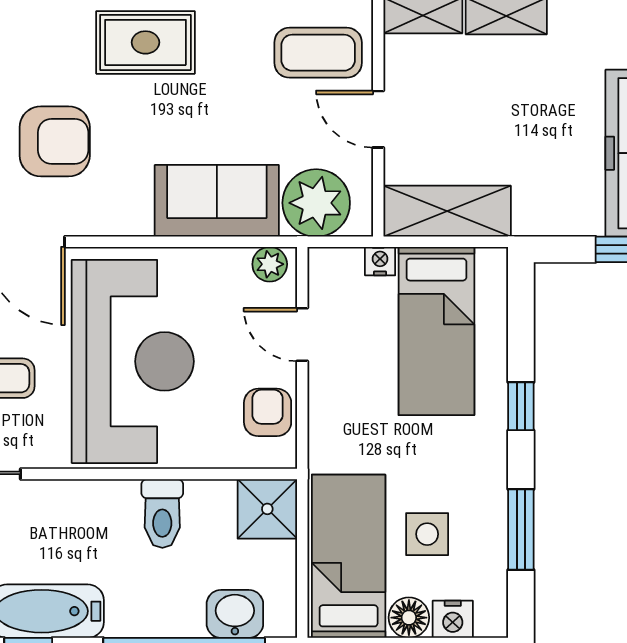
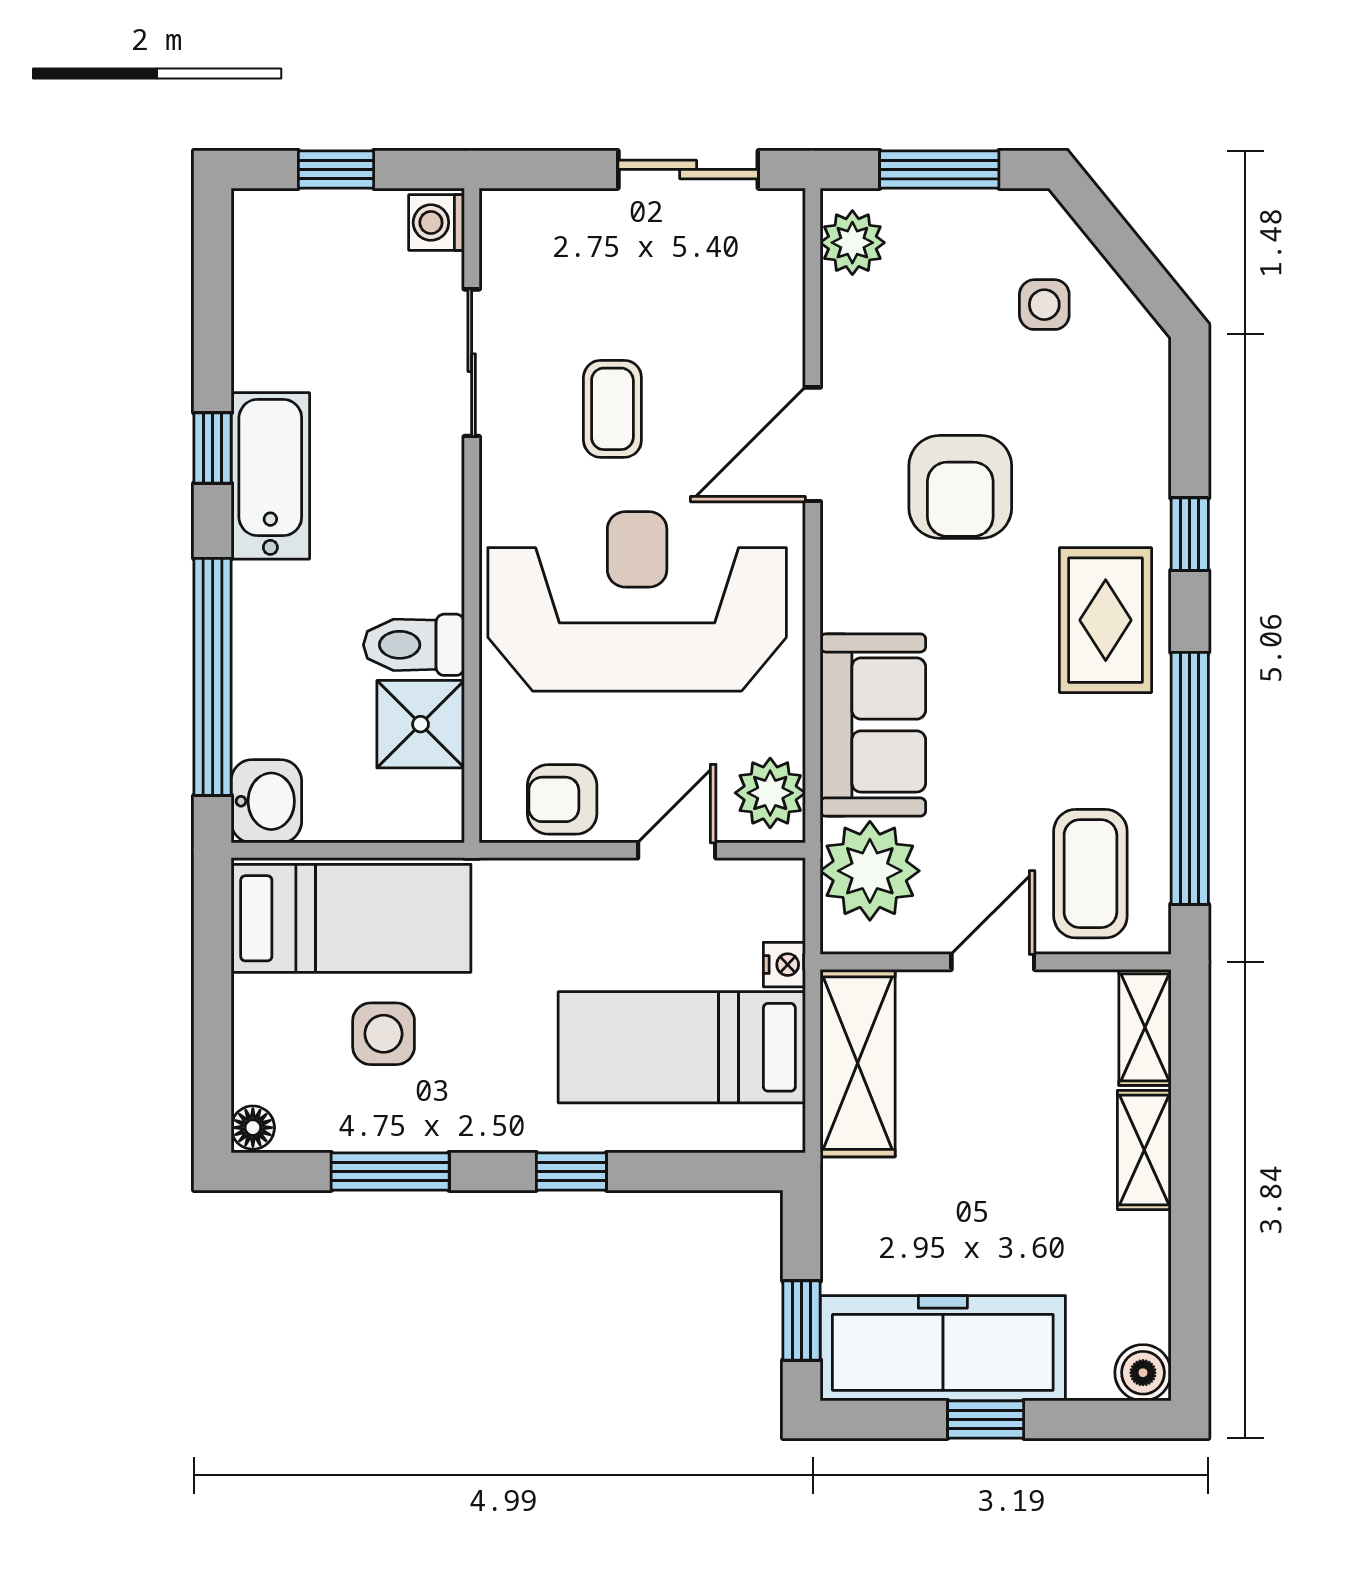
plant: (270, 264) -> (770, 793), width x1.38, depth x1.38
reception desk: (133, 361) -> (637, 601), turned 180
armchair: (268, 412) -> (562, 799), turned 180
shower: (267, 509) -> (421, 724), moved
washbasin: (235, 614) -> (266, 801), moved
floor lamp: (409, 618) -> (253, 1128), moved, width x0.73, depth x0.73
nightstand: (453, 619) -> (258, 1071), removed

